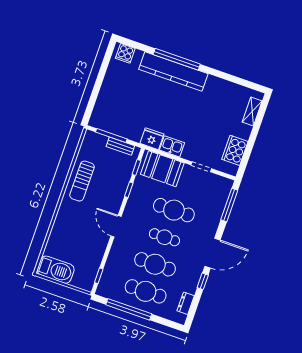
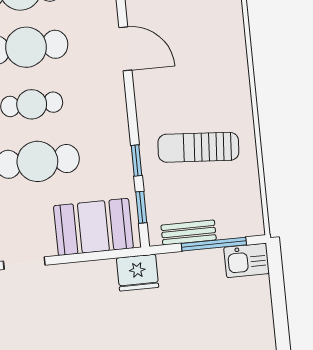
kitchen sink: (172, 146) -> (247, 260), moved
sun lounger: (82, 181) -> (198, 147), moved, turned -86
door: (116, 226) -> (125, 49), moved

